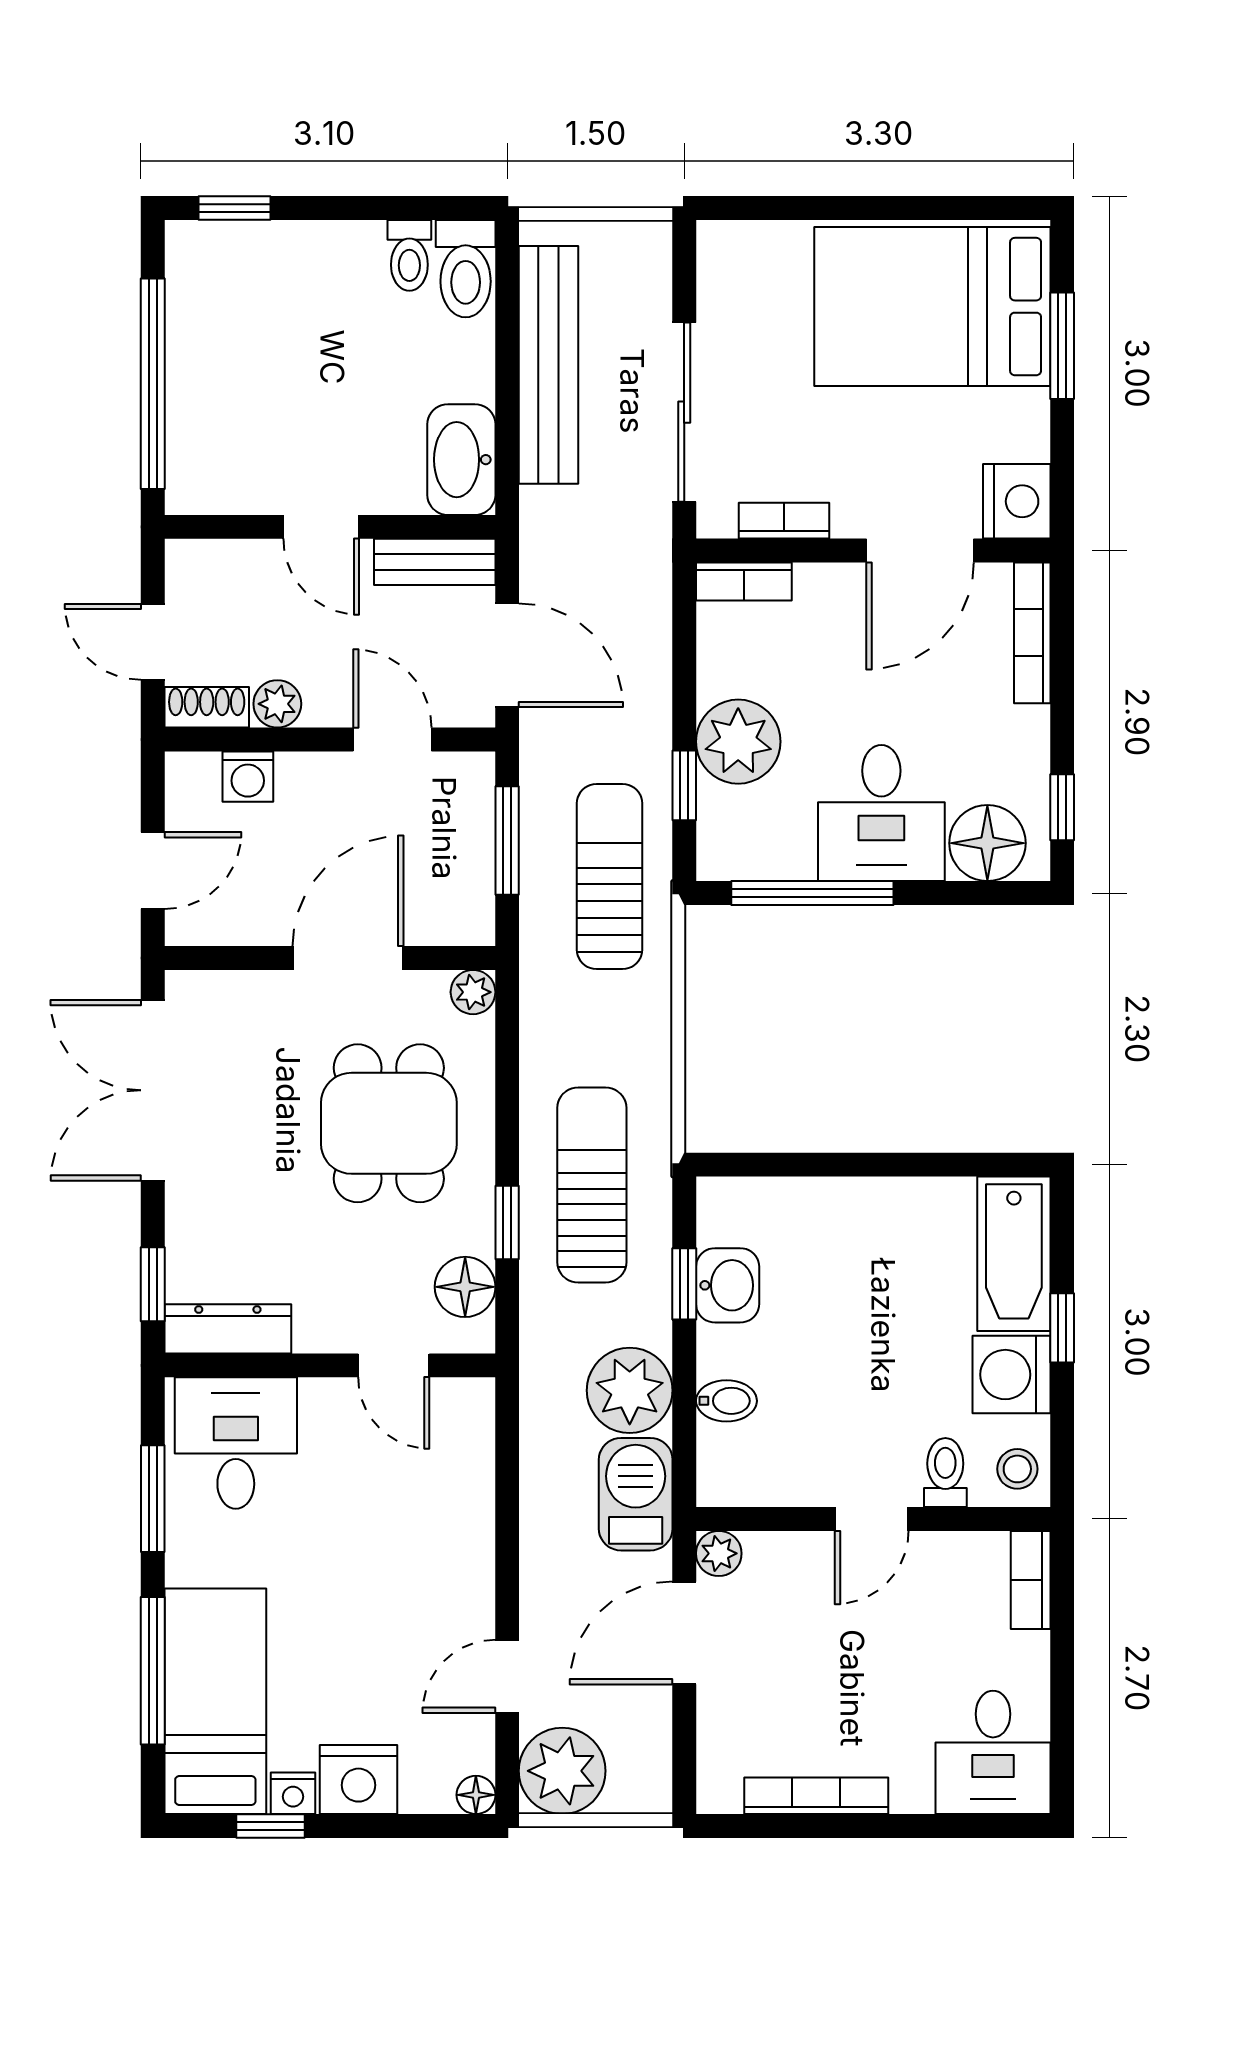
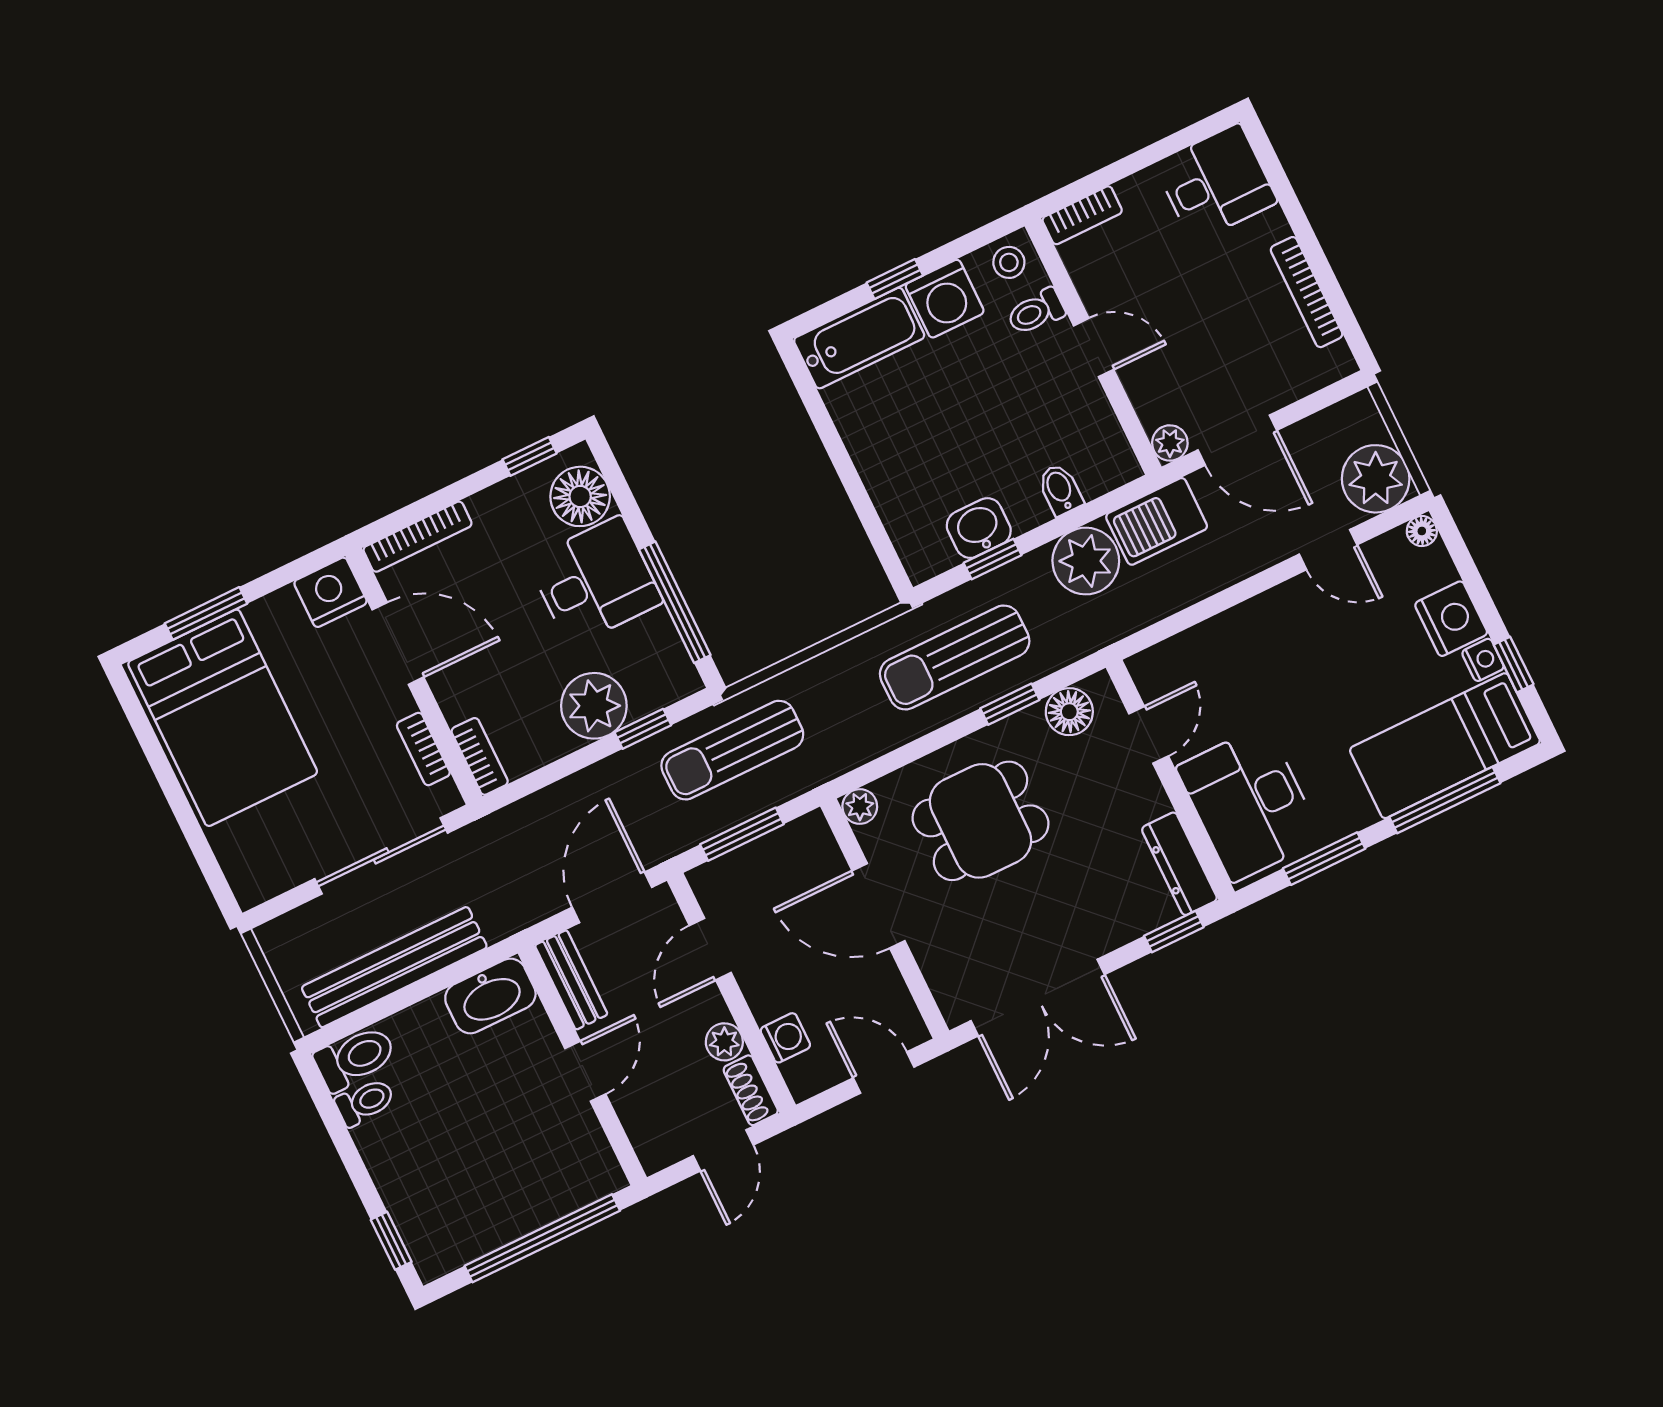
desk: (236, 1443) -> (1249, 803), width x1.37

